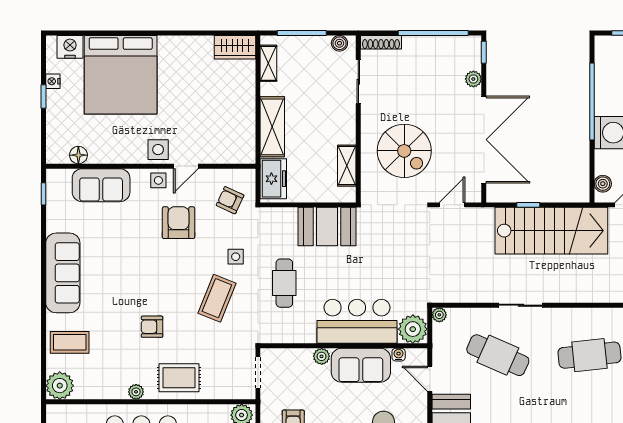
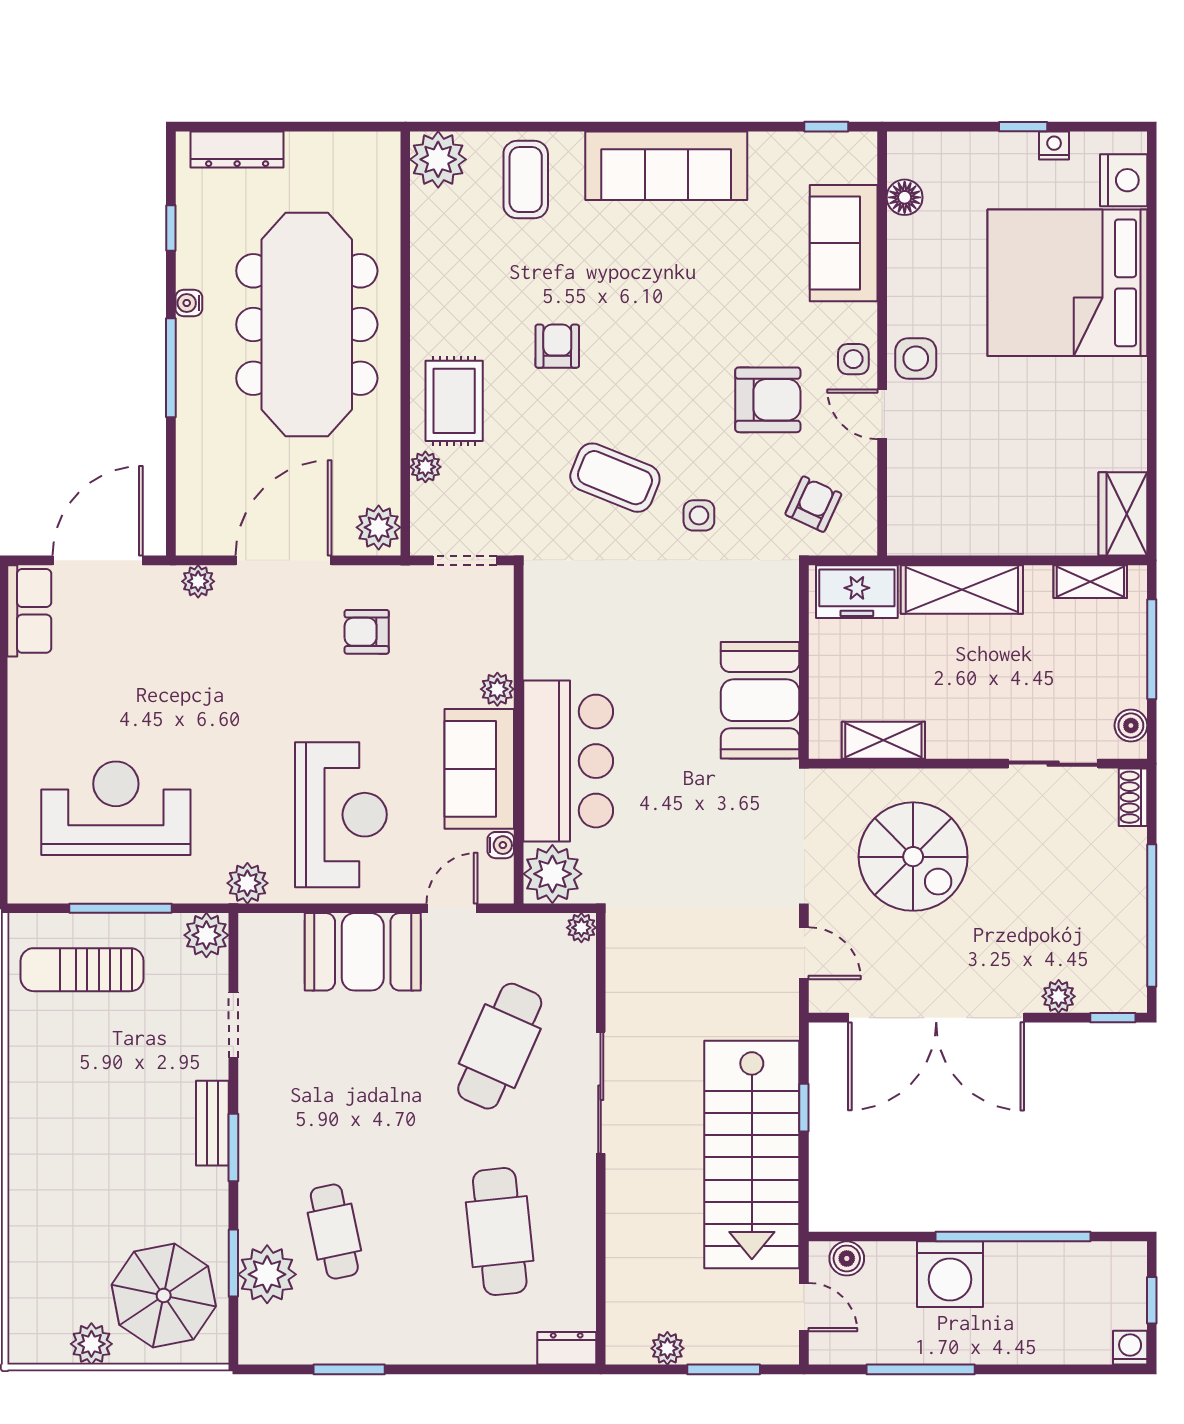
shoe rack: (381, 42) -> (1133, 797), width x0.70
spiral stairs: (404, 151) -> (913, 857), turned -90
cafe table: (284, 283) -> (646, 614), removed
sliding door: (521, 305) -> (601, 1093), width x1.37
plant: (136, 392) -> (425, 467), moved

